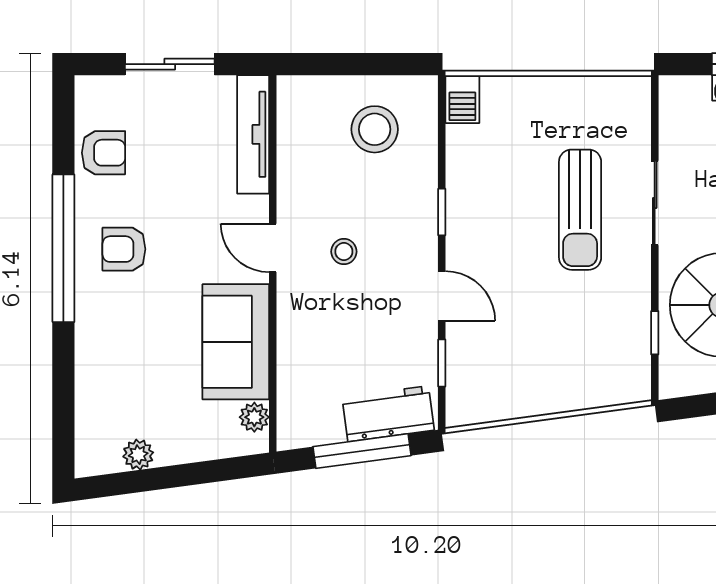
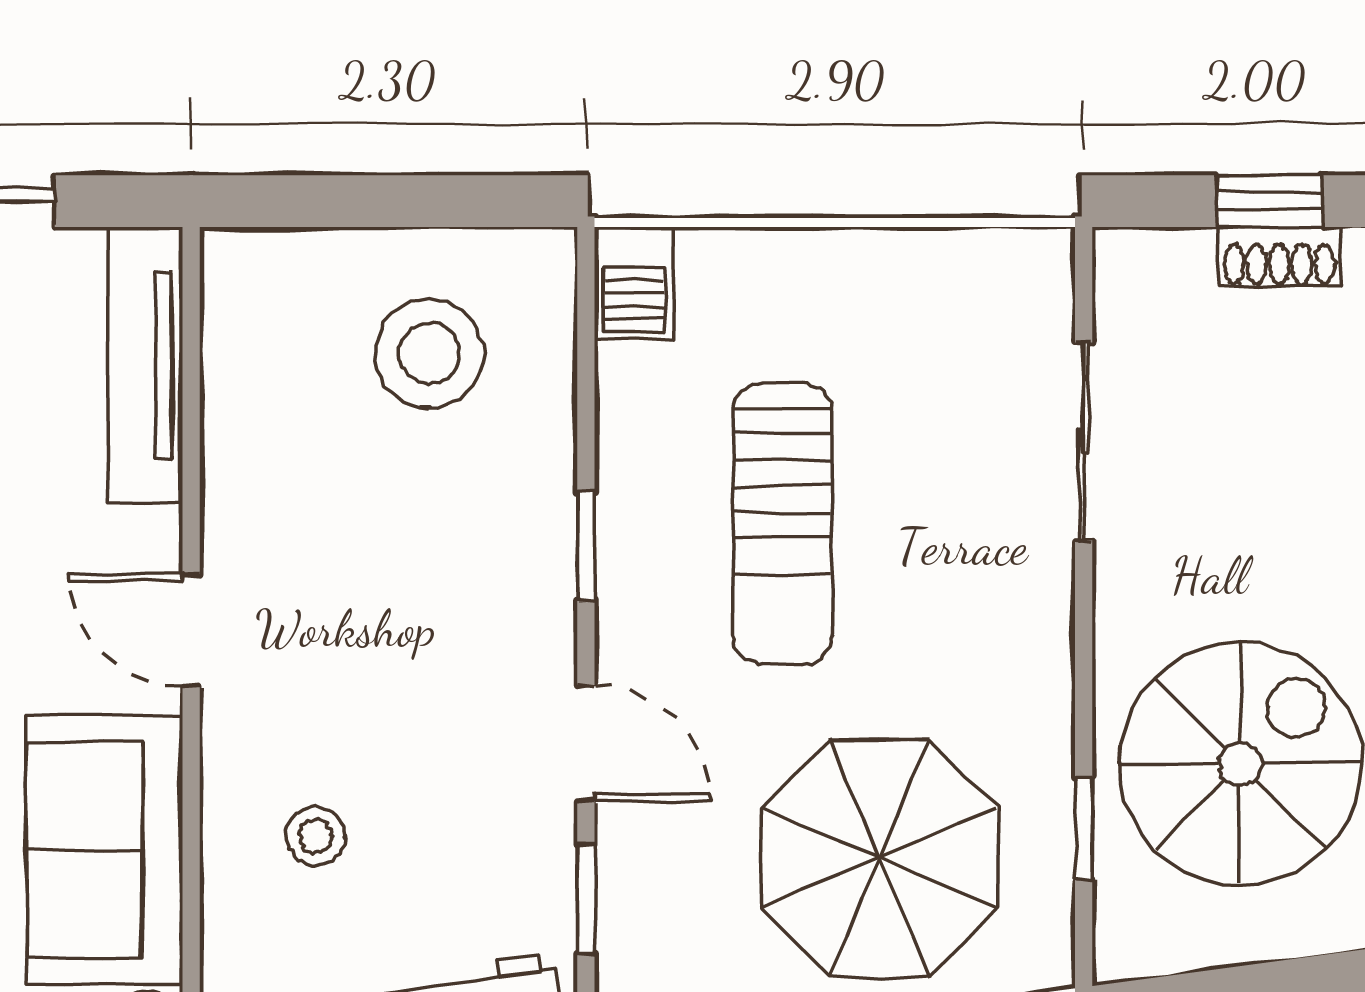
sliding door: (655, 203) -> (1084, 441), moved
sun lounger: (580, 210) -> (782, 524), moved
stool: (344, 252) -> (316, 836), moved
parasol: (567, 345) -> (880, 858), added

